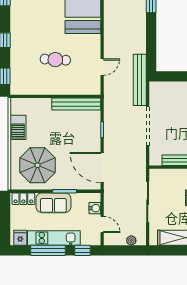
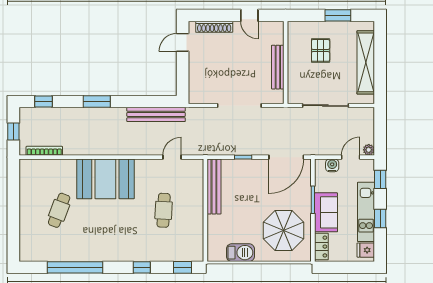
door: (102, 67) -> (172, 157), hinge flipped
bench: (140, 80) -> (156, 114), moved
plant: (131, 240) -> (369, 150), moved
window: (48, 250) -> (380, 219), width x0.46

